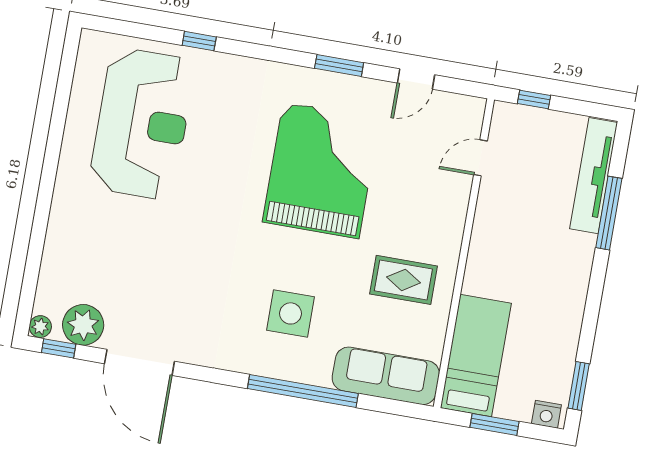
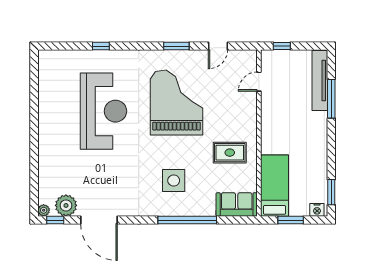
reception desk: (142, 124) -> (103, 111), moved
sofa: (386, 376) -> (237, 204), width x0.73

